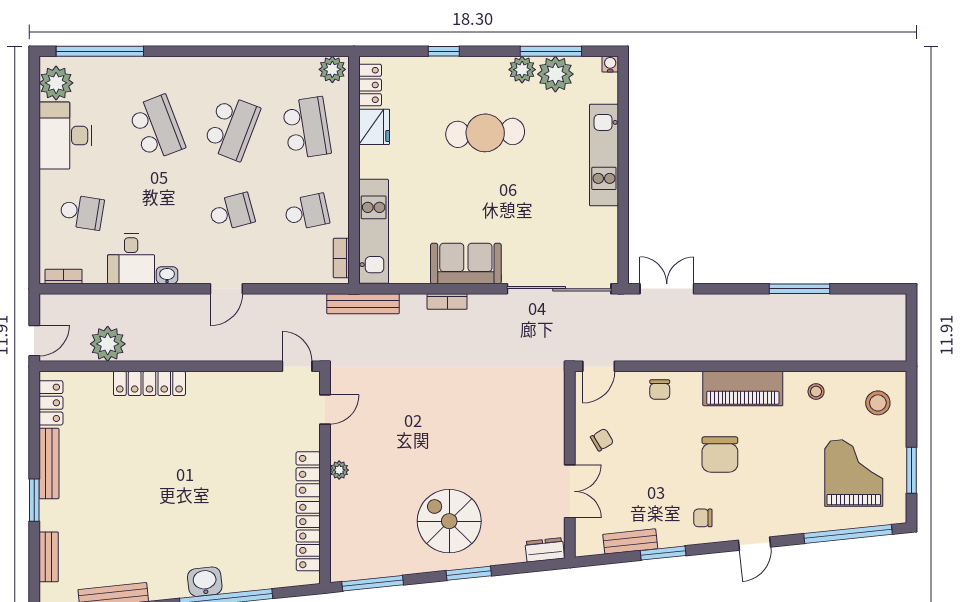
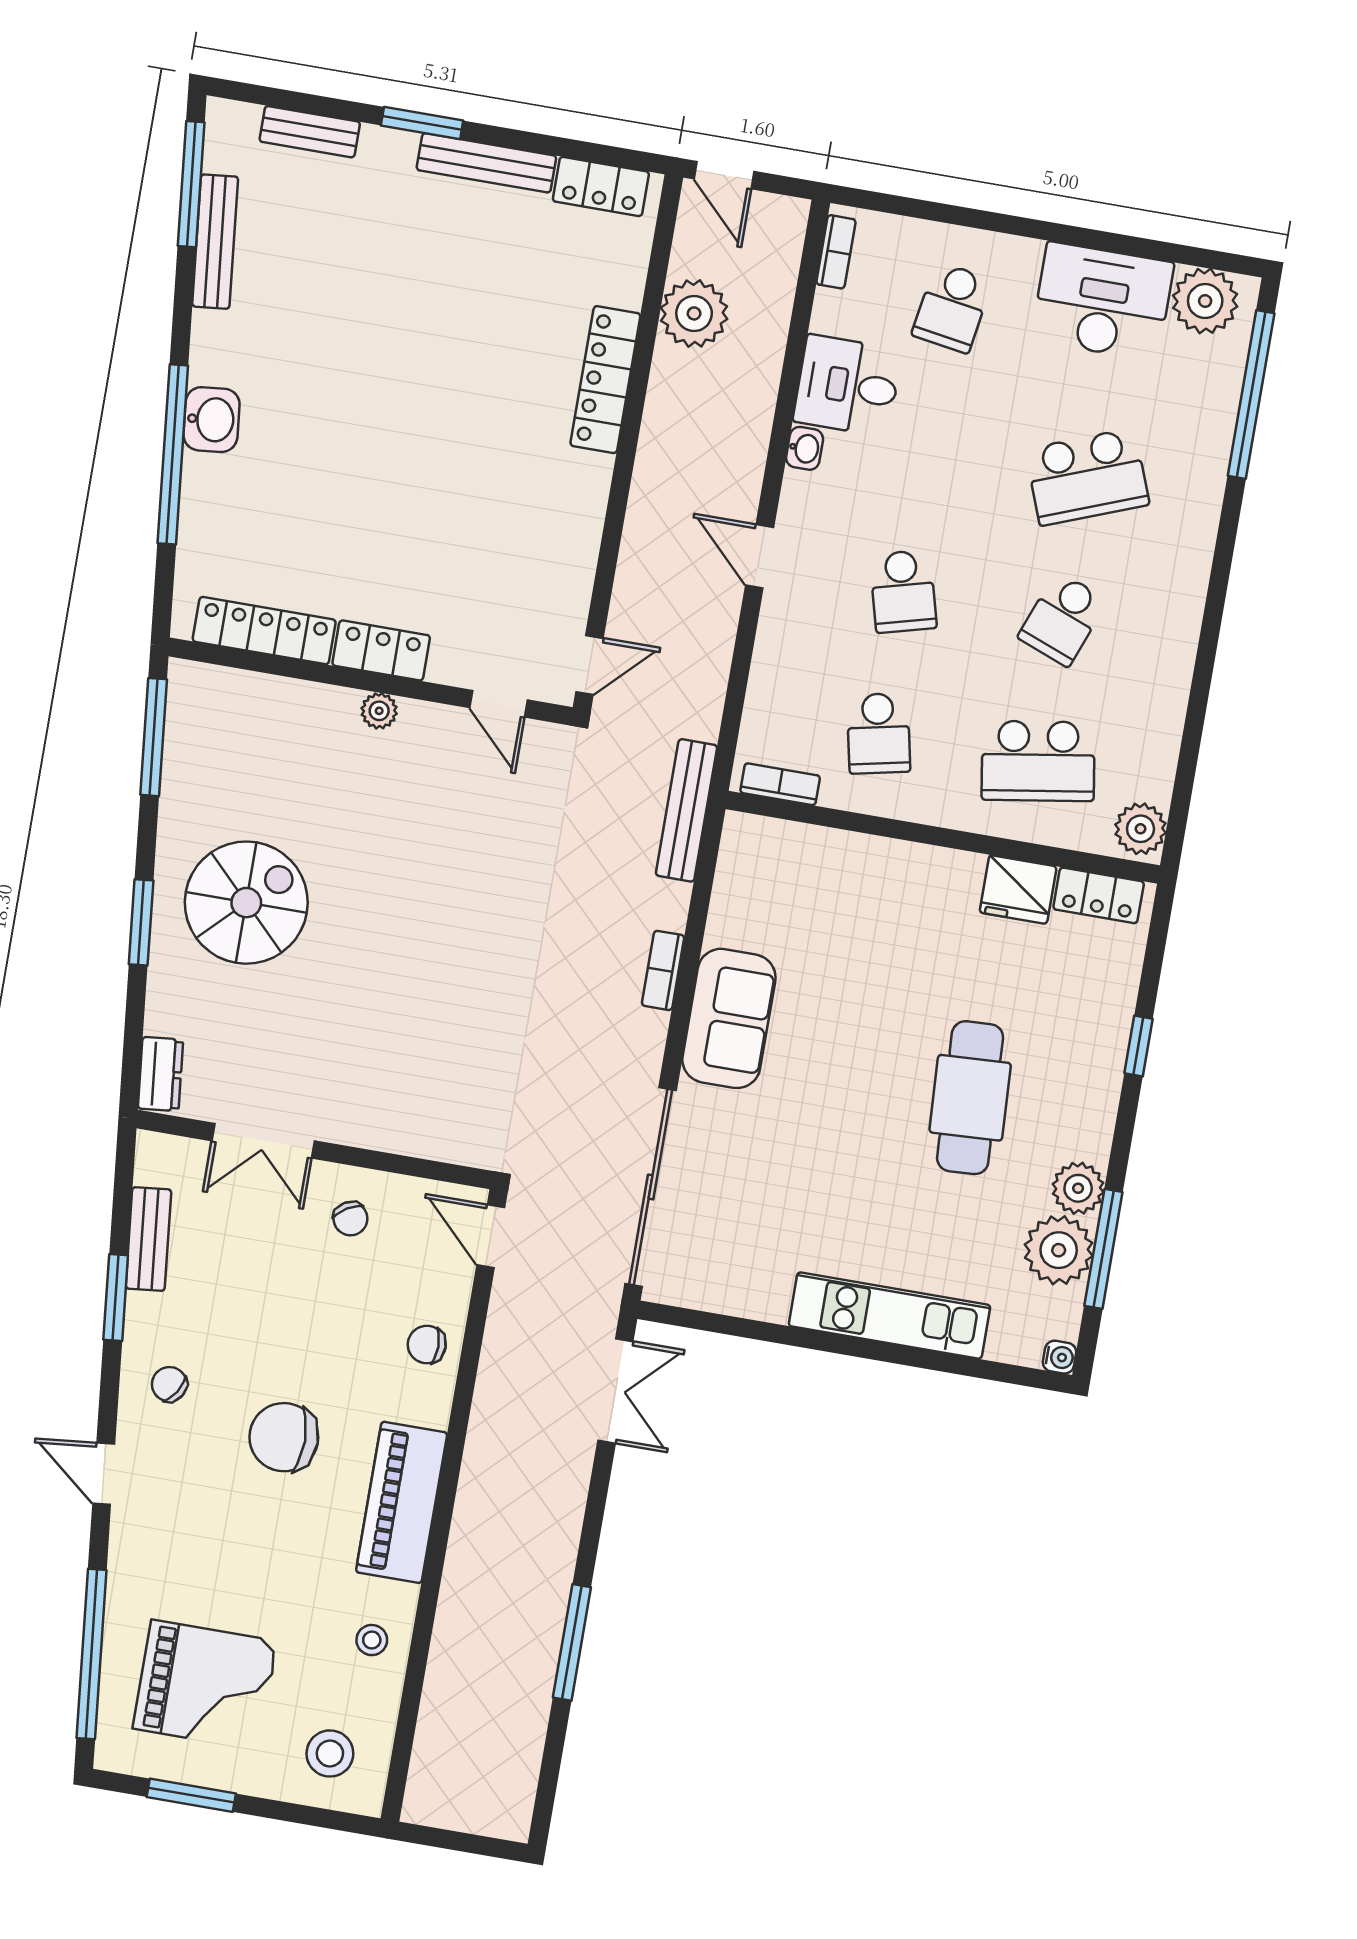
school desk: (232, 128) -> (1063, 619), width x0.54
kitchen unit: (374, 231) -> (820, 854), removed
chair: (703, 518) -> (169, 1384), turned -58

